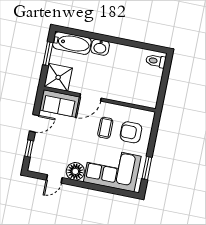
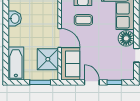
washbasin: (100, 47) -> (15, 18), moved
window: (48, 54) -> (40, 82), moved
shower: (58, 77) -> (48, 59), moved

